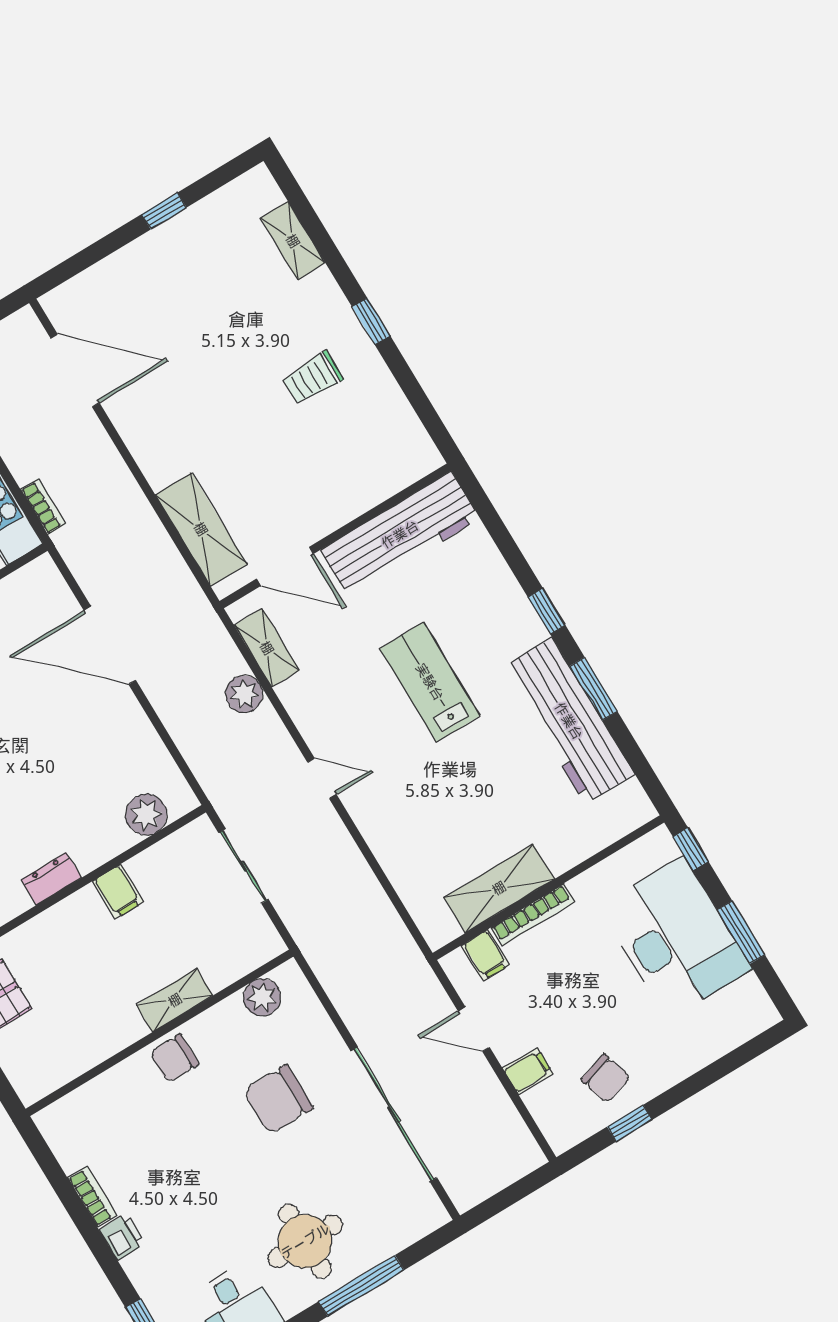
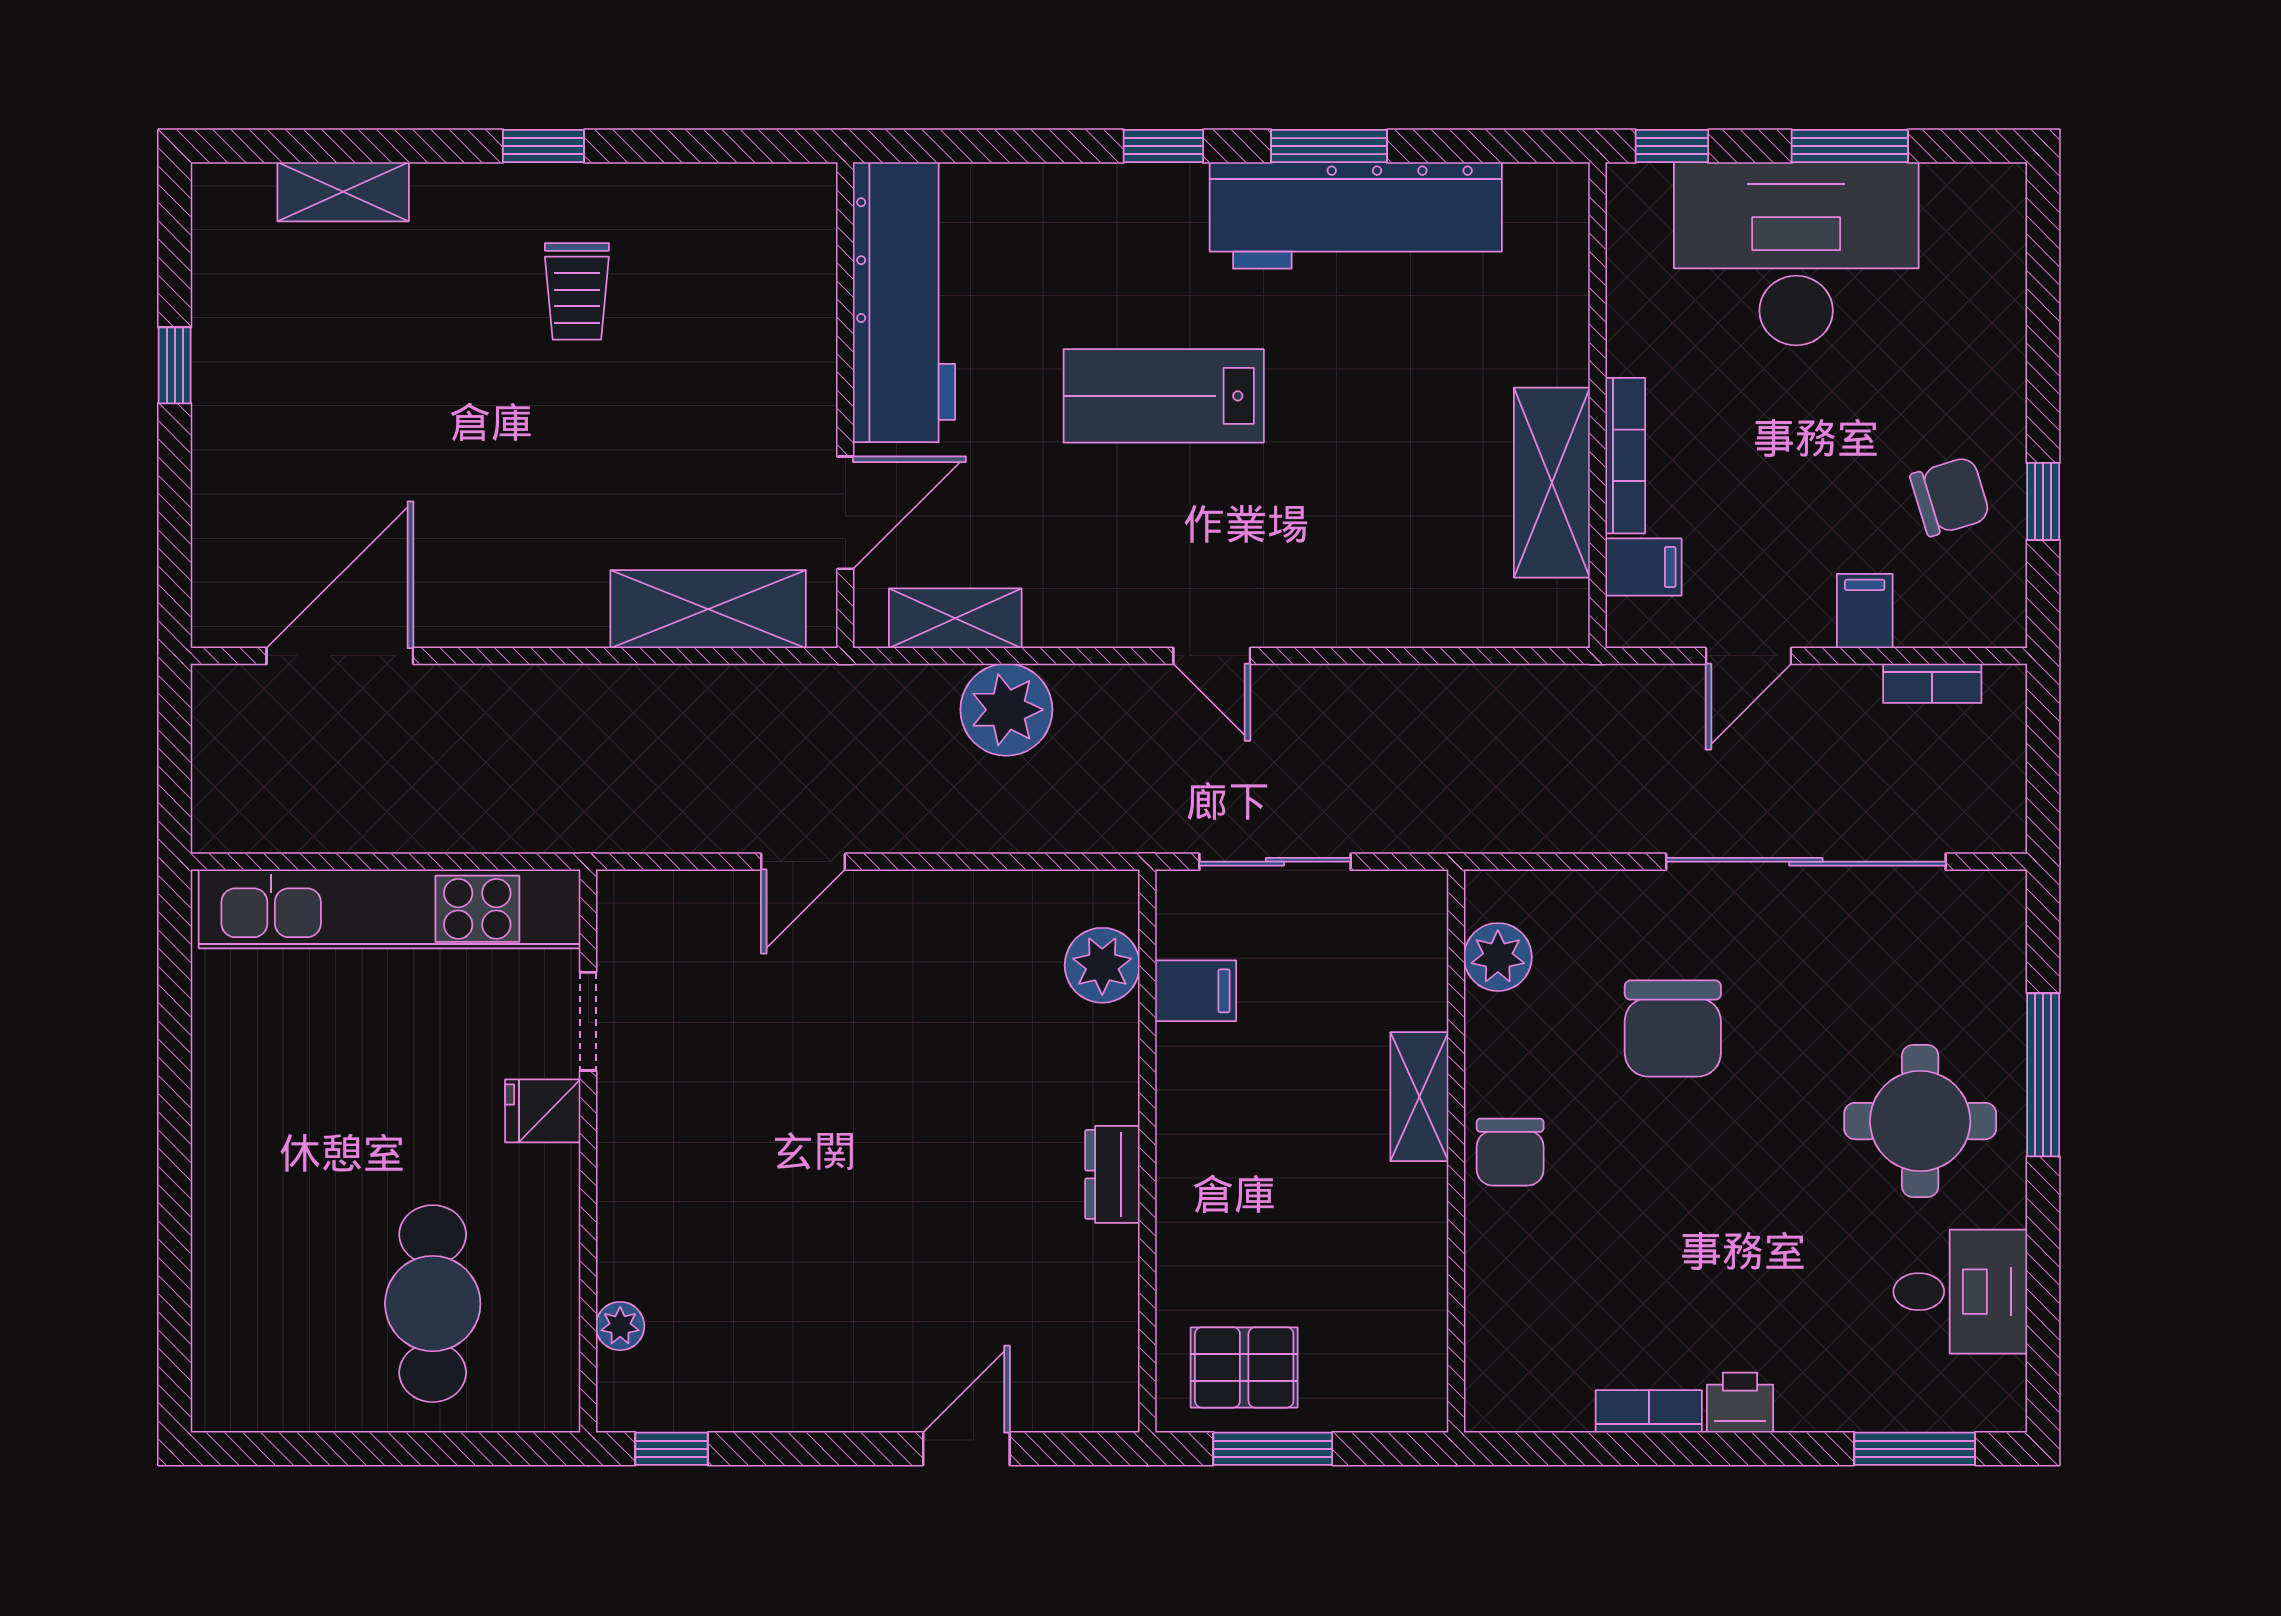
bookcase: (43, 507) -> (1932, 683), moved, turned 180
door: (110, 645) -> (803, 862), width x0.53
plant: (244, 694) -> (1006, 710), width x1.36, depth x1.36
door: (322, 778) -> (1212, 656), swing flipped
filing cabinet: (118, 892) -> (1196, 991), moved

